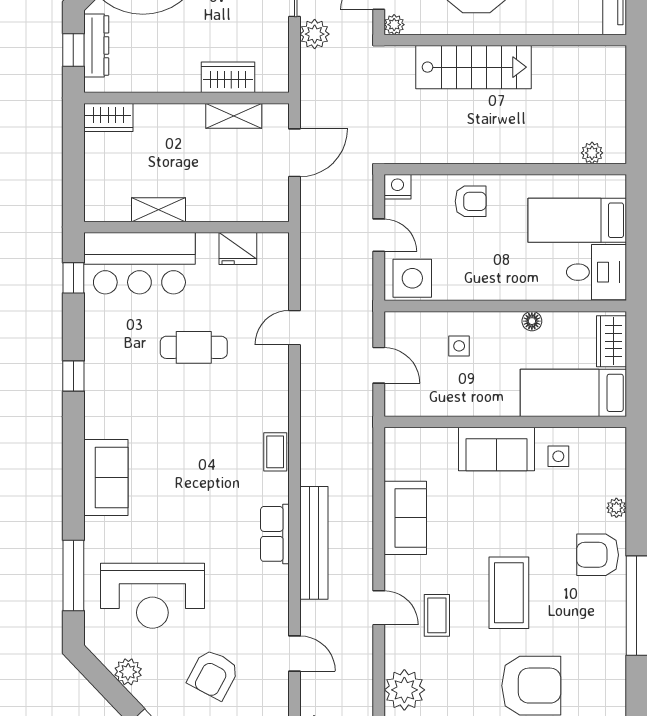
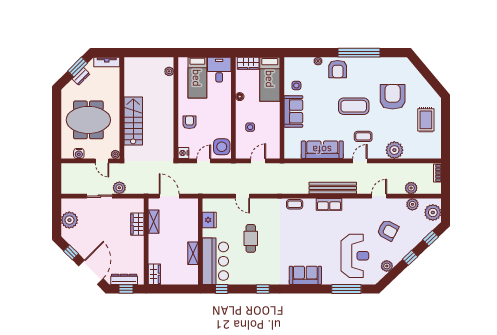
sofa: (405, 518) -> (322, 150), width x1.36

